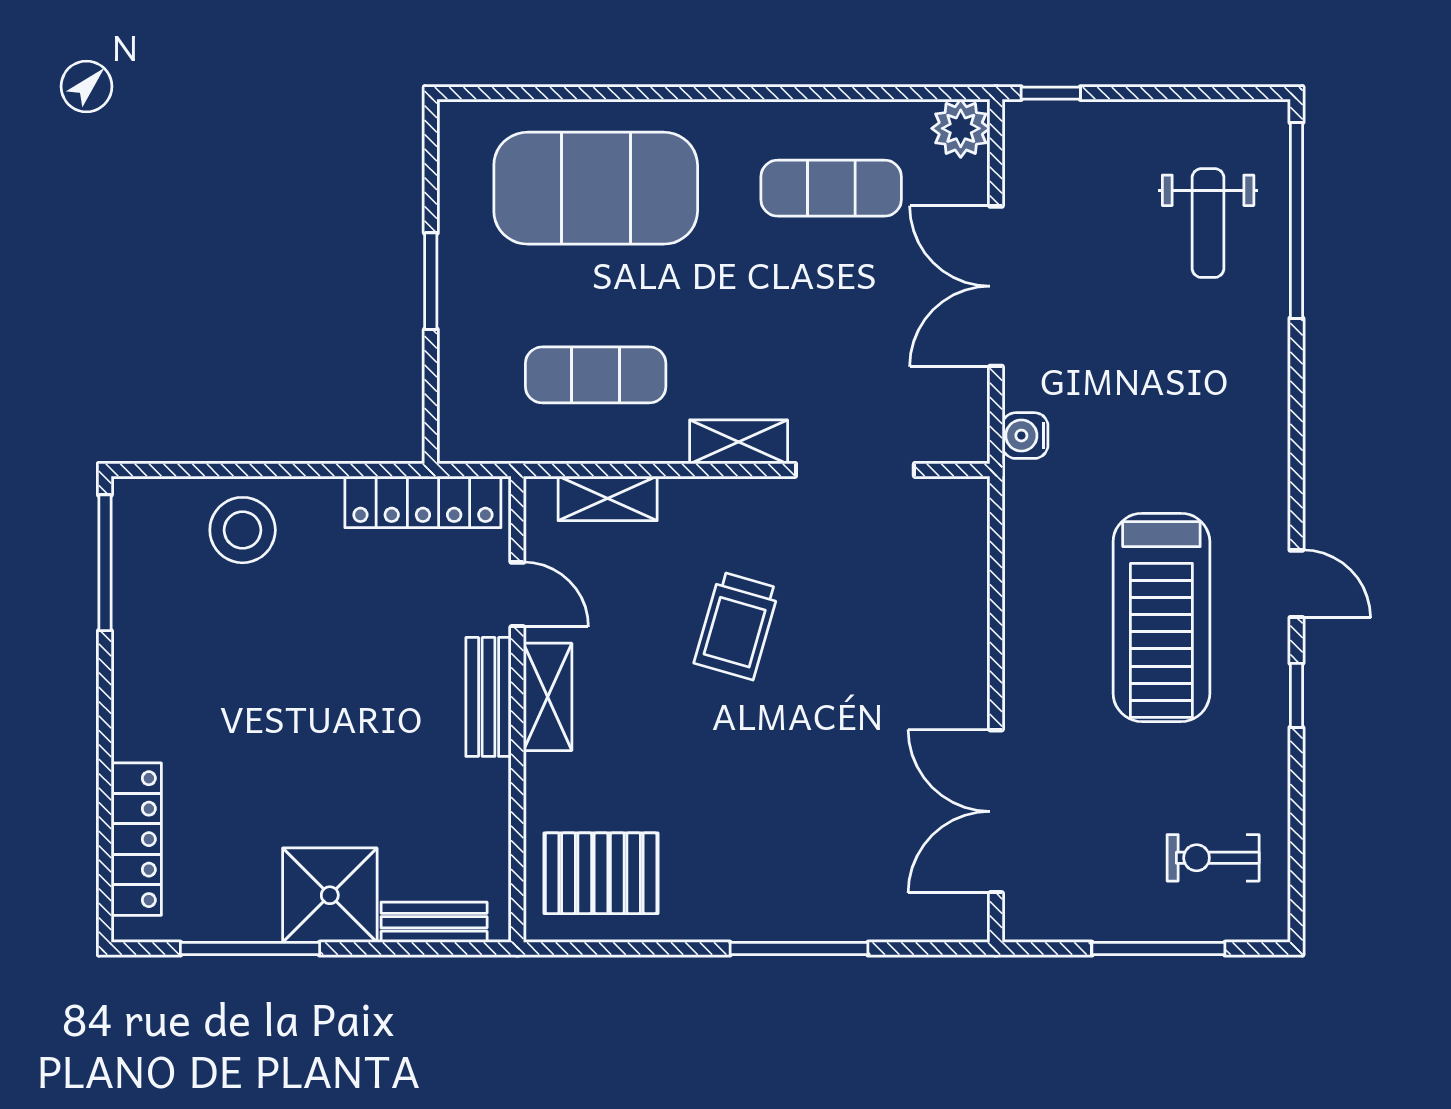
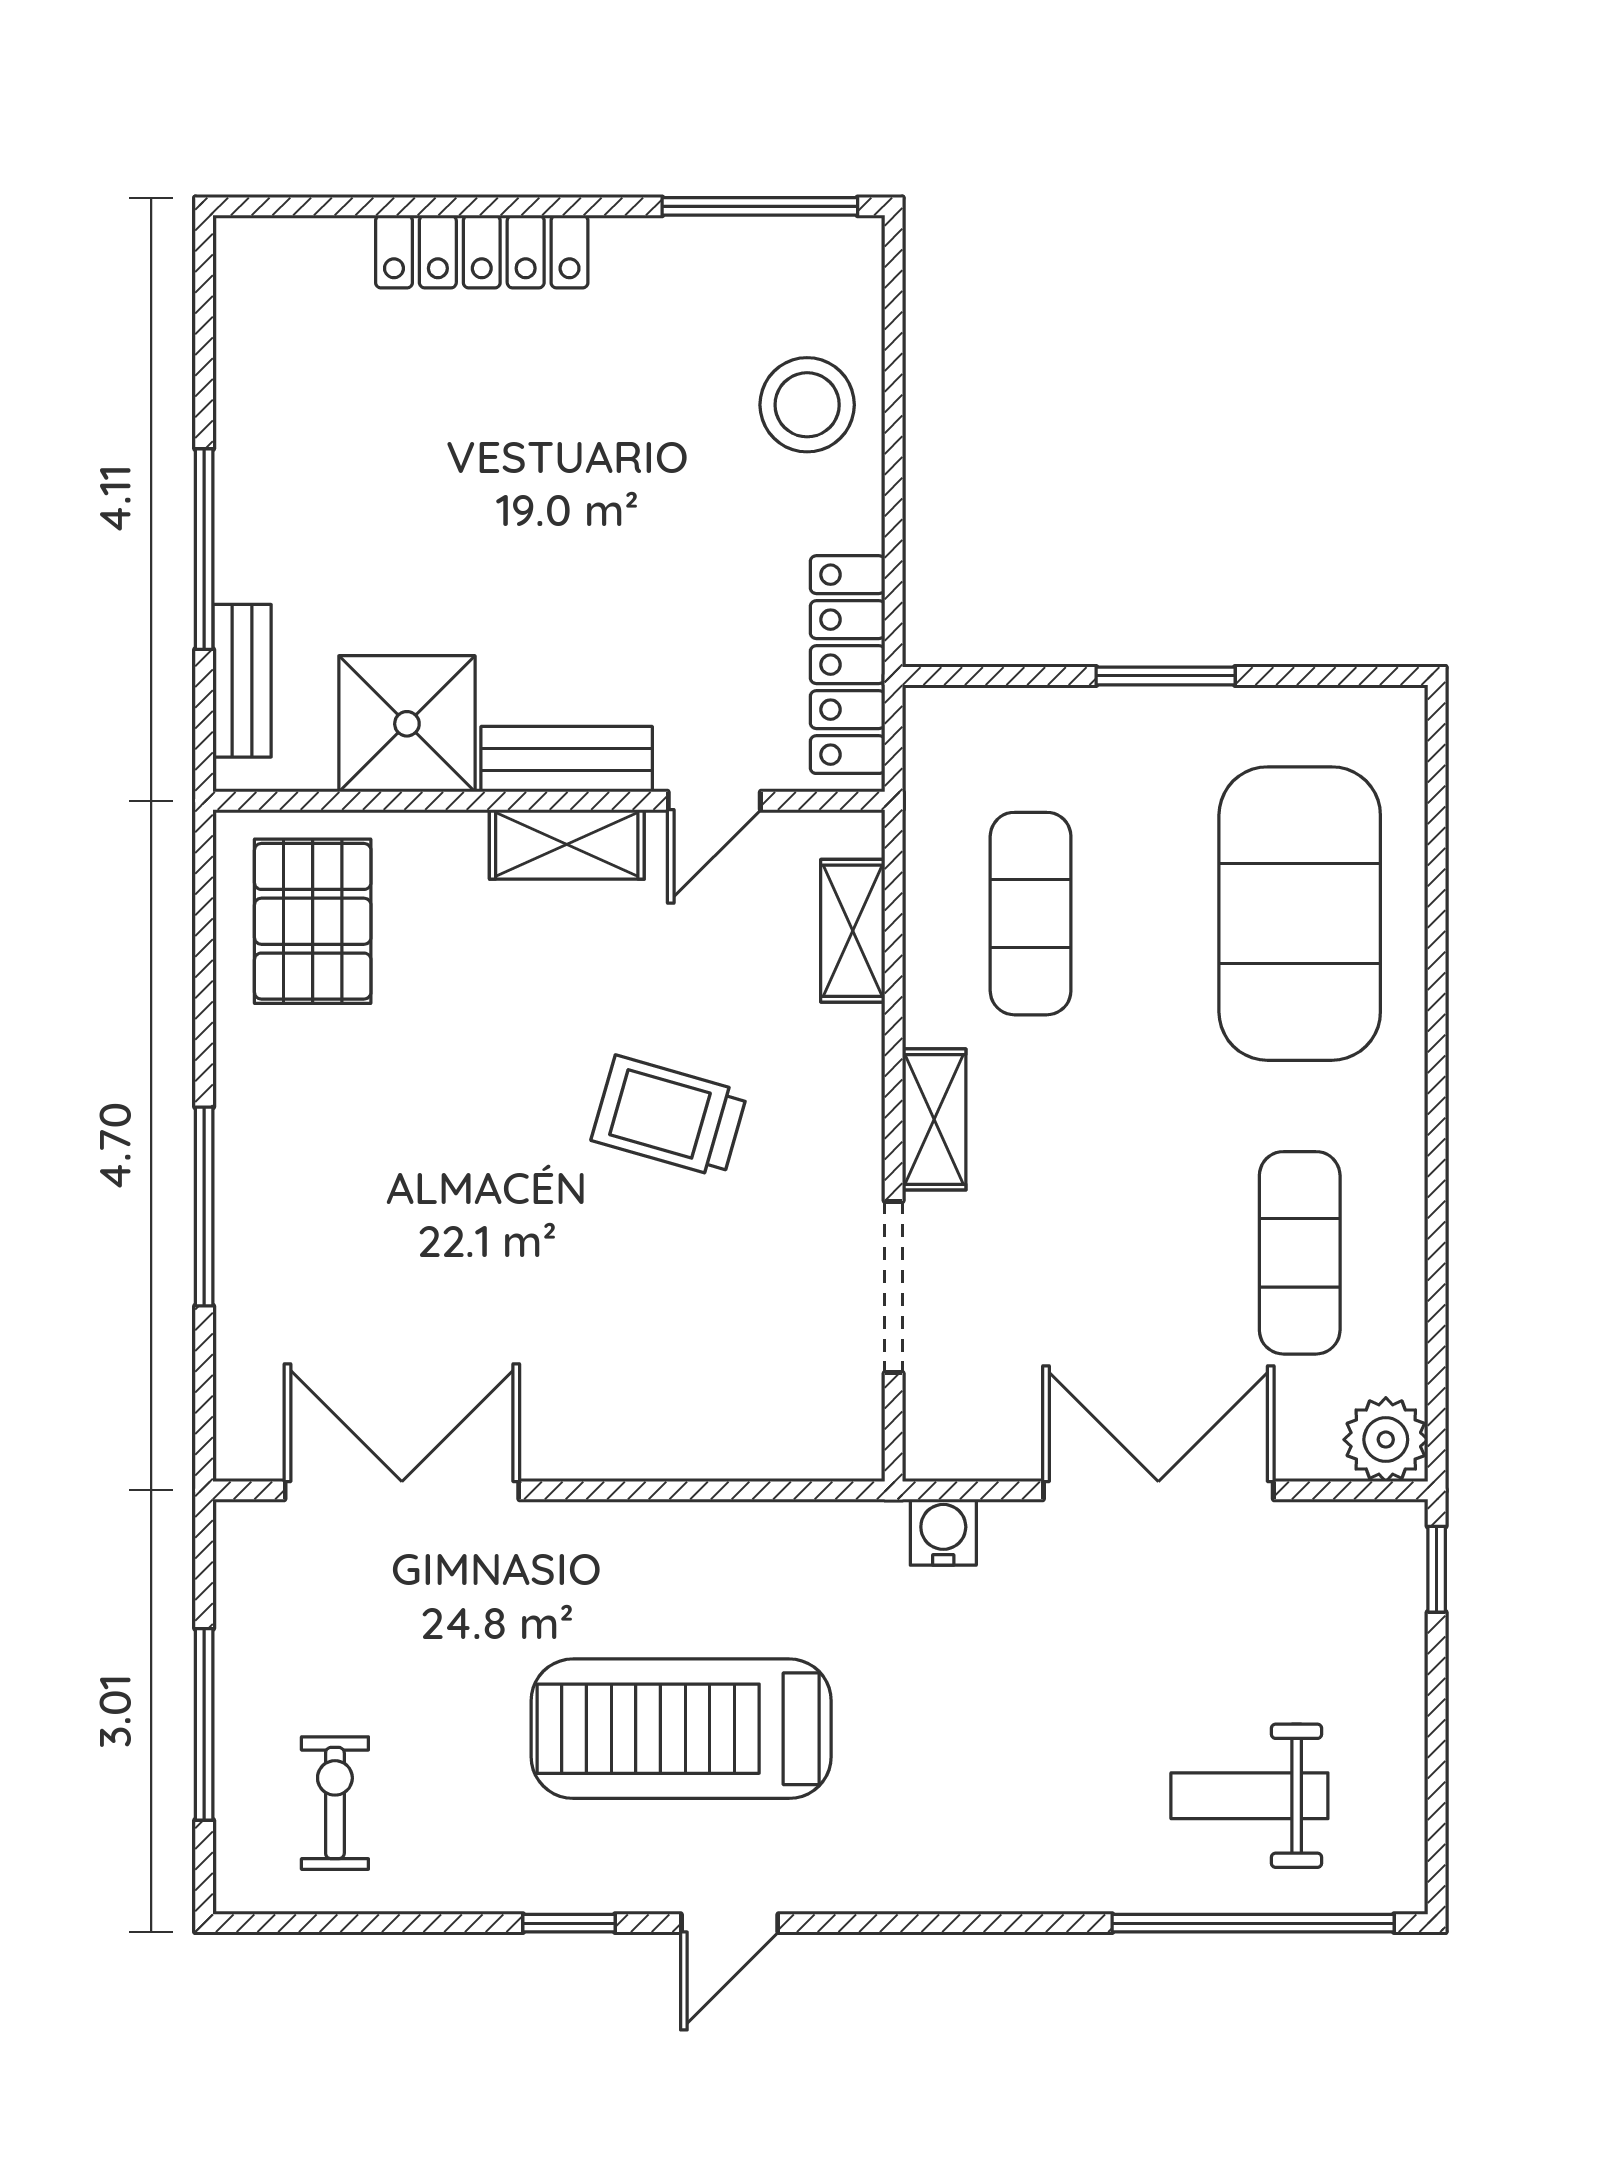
locker: (136, 839) -> (482, 252), moved
shower: (330, 895) -> (407, 724), moved
window: (250, 949) -> (204, 549), moved

